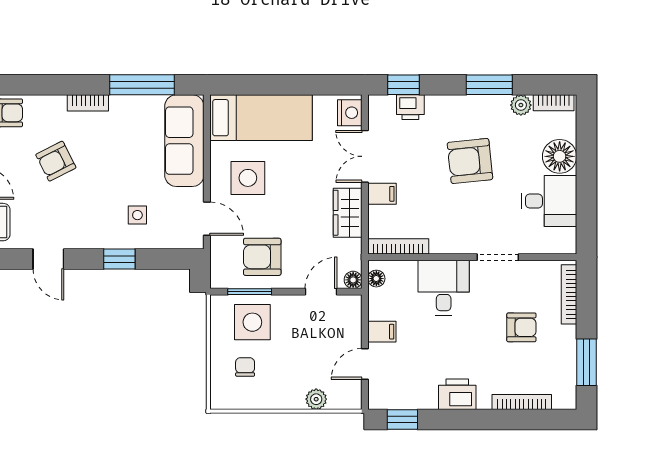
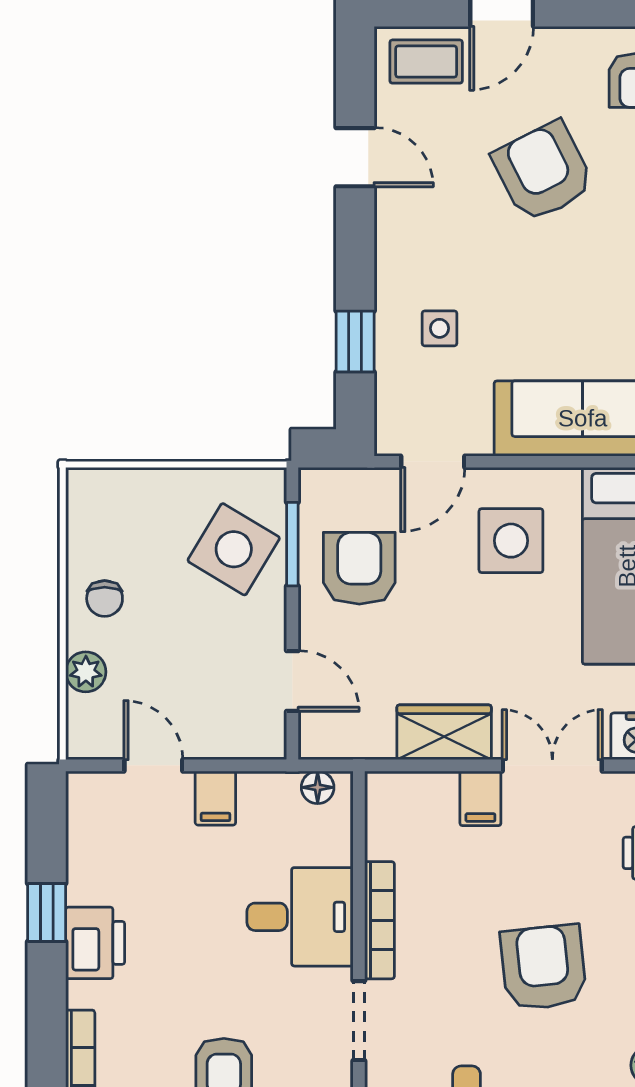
armchair: (56, 161) -> (543, 172), width x1.38, depth x1.38
bookcase: (398, 246) -> (380, 920), moved
door: (48, 259) -> (355, 157), swing flipped
window: (119, 259) -> (355, 341), moved
floor lamp: (353, 280) -> (315, 743), removed
side table: (252, 322) -> (234, 549), turned 31
chair: (245, 367) -> (105, 599), moved, turned 90
window: (402, 419) -> (47, 912), moved

